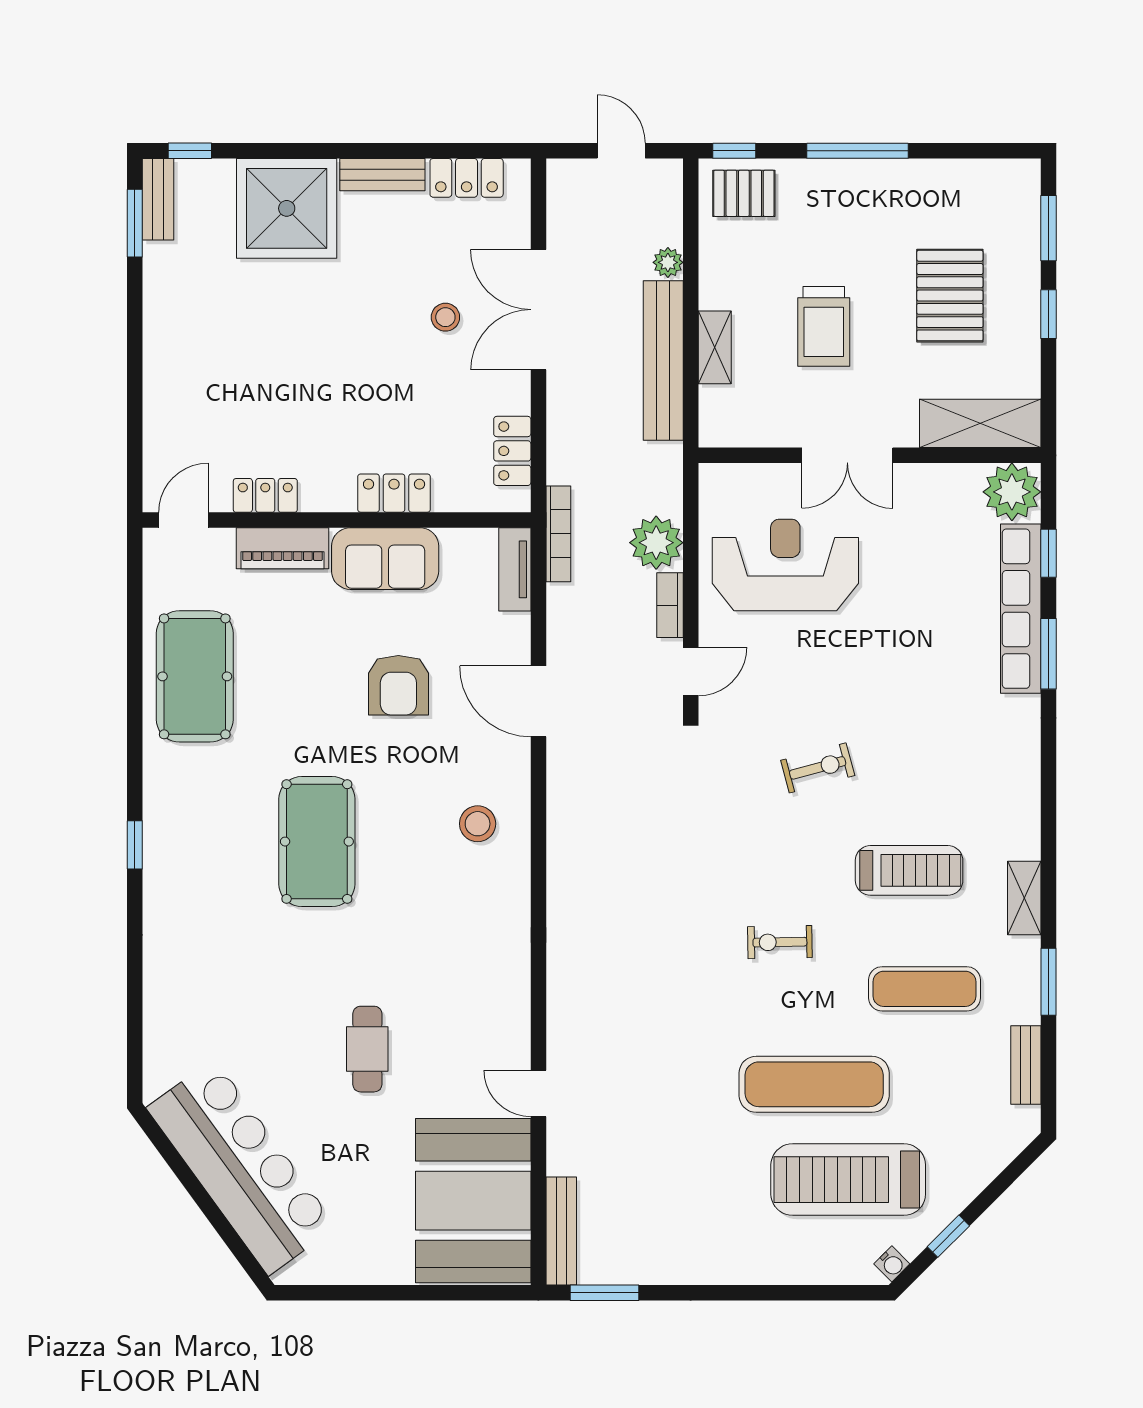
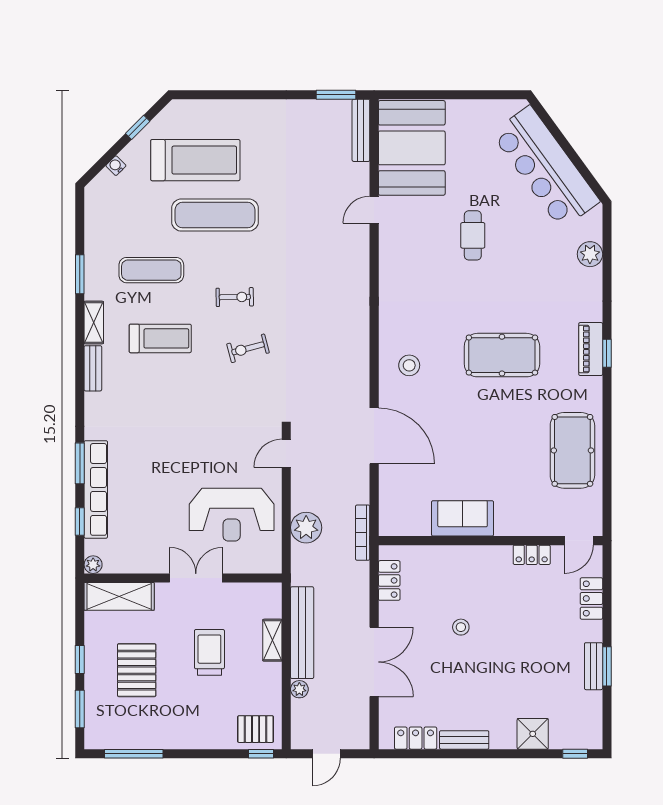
door: (621, 151) -> (326, 754), hinge flipped
window: (857, 151) -> (134, 754), moved
bench: (158, 199) -> (594, 666), moved
shower: (287, 208) -> (533, 734), width x0.54, depth x0.54
window: (135, 223) -> (607, 666), moved
stool: (445, 317) -> (461, 627), moved
plant: (1012, 492) -> (93, 565), width x0.53, depth x0.53
locker: (394, 493) -> (591, 598), moved, turned 90
piano: (283, 548) -> (591, 349), moved, turned -90
tv unit: (515, 569) -> (388, 512), removed
bookcase: (670, 605) -> (298, 492), removed
armchair: (398, 685) -> (455, 445), removed
door: (538, 701) -> (374, 436), width x1.36
exercise bike: (818, 768) -> (248, 348), moved
pool table: (317, 842) -> (502, 355), turned 90
treadmill: (909, 870) -> (160, 338), turned 180
plant: (164, 1016) -> (590, 254), added
bench: (1026, 1065) -> (93, 368), moved
door: (538, 1093) -> (374, 210), swing flipped
water cooler: (892, 1264) -> (116, 166), moved

